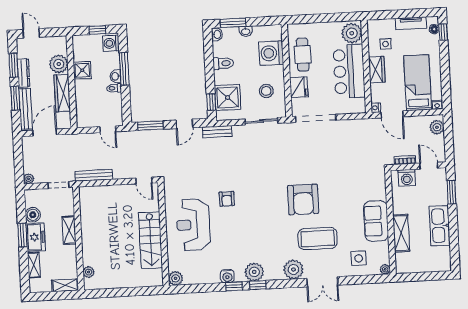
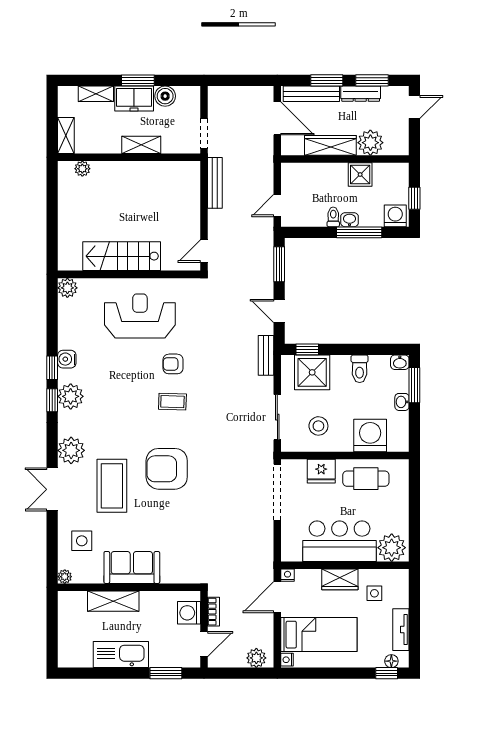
plant: (29, 179) -> (215, 93), removed
coffee table: (254, 198) -> (172, 402), added

